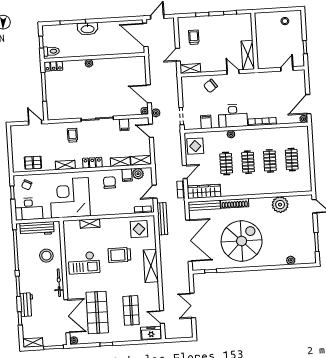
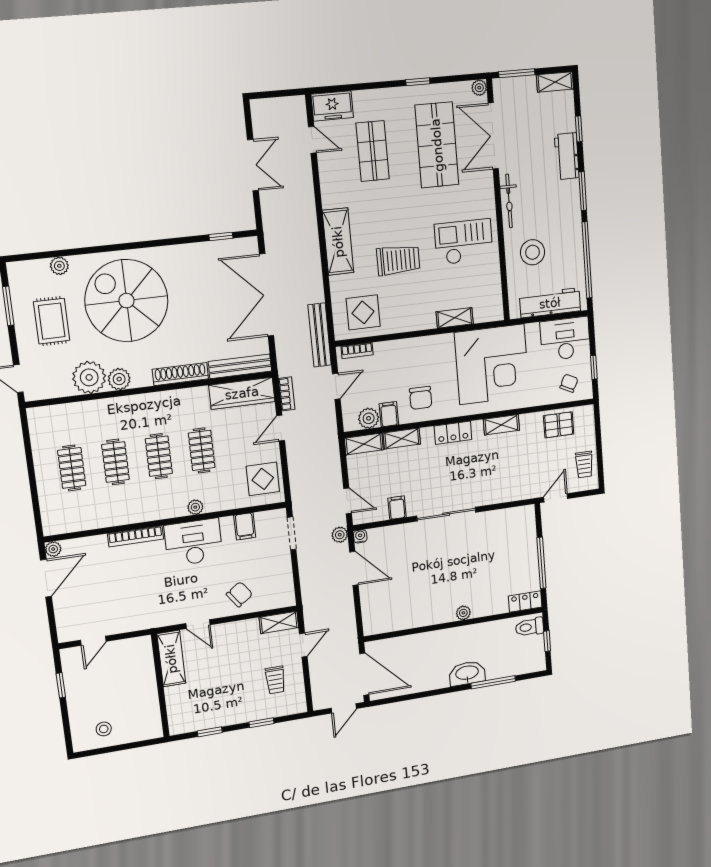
door: (35, 123) -> (556, 498), swing flipped
trolley: (72, 135) -> (584, 464), moved
plant: (265, 203) -> (119, 379), added
rug: (296, 234) -> (52, 321), added
spiral stairs: (242, 241) -> (126, 301), moved, turned 90

